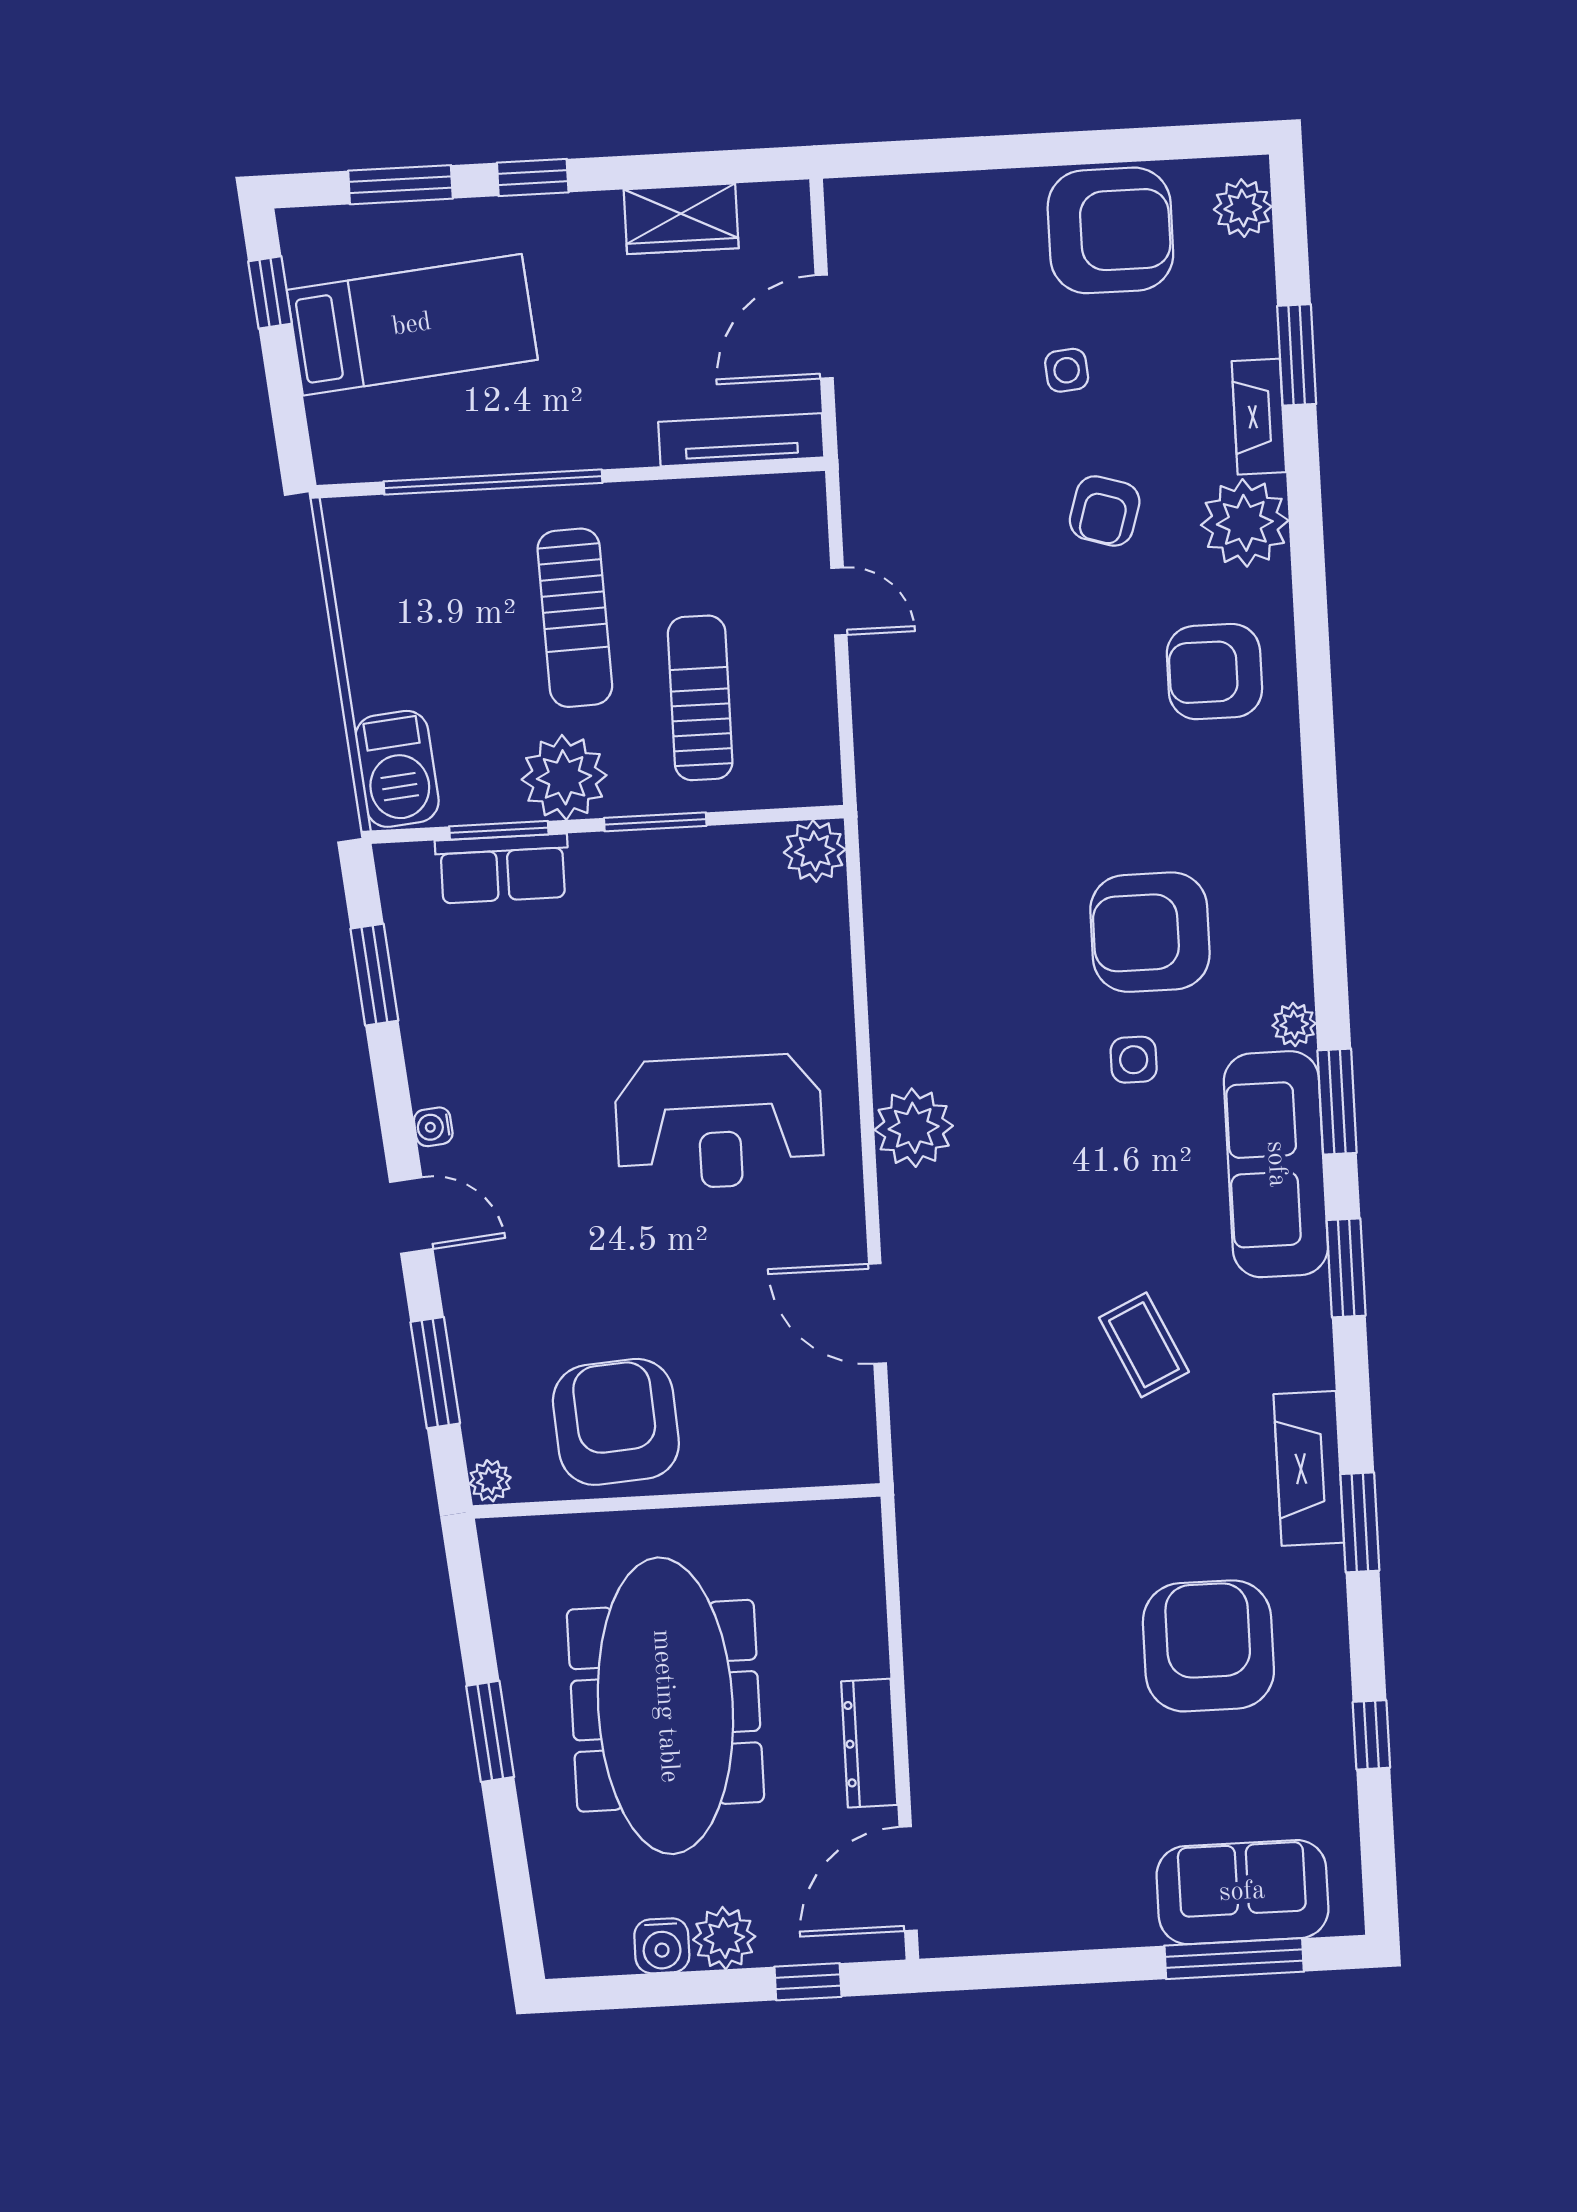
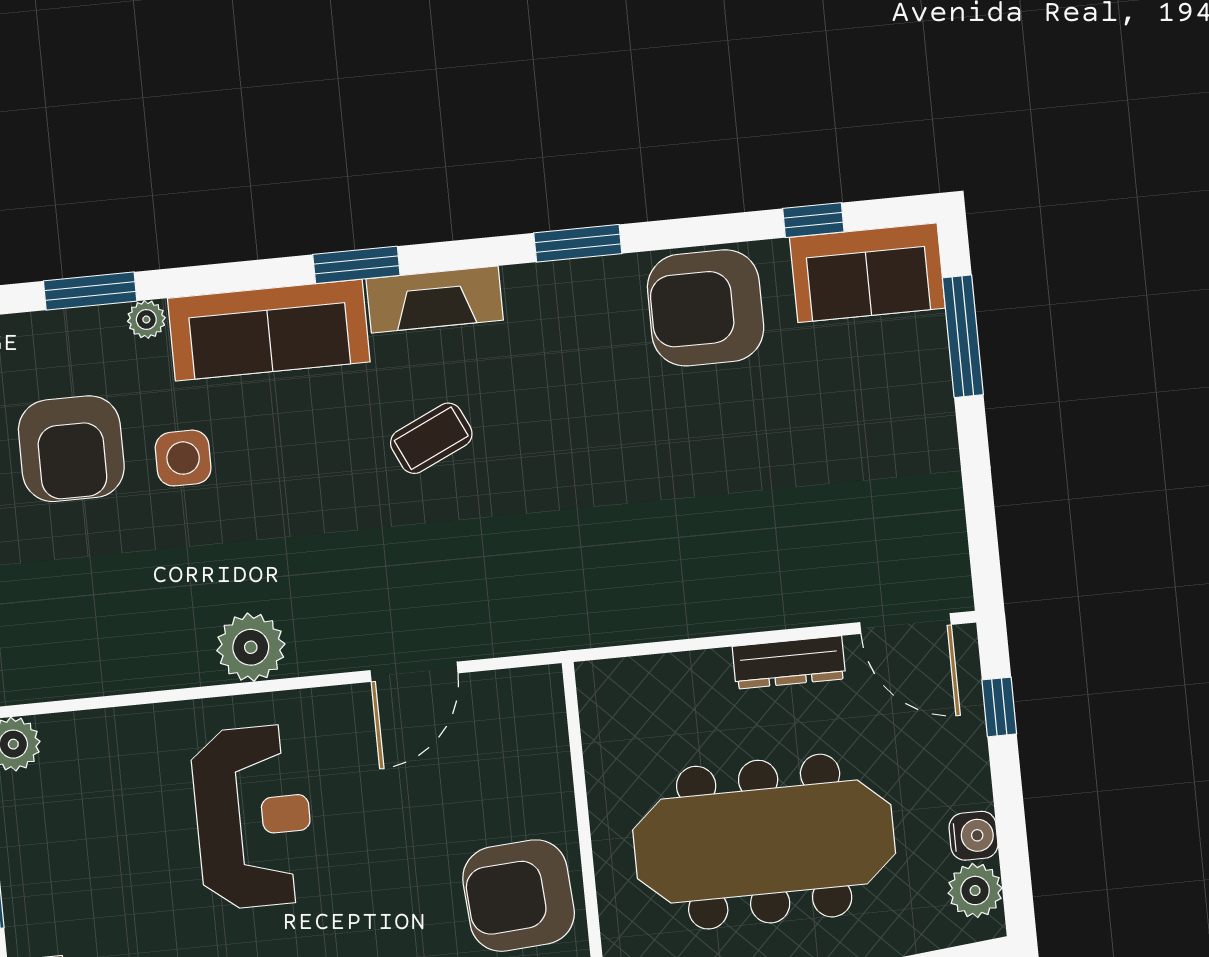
side table: (1134, 1060) -> (183, 458), width x1.37, depth x1.37
window: (1337, 1102) -> (90, 291), moved
fireplace: (1309, 1468) -> (435, 299), moved
armchair: (1208, 1646) -> (706, 308), moved
window: (1371, 1735) -> (813, 220), moved
sofa: (1242, 1892) -> (867, 273), moved, turned -90
plant: (724, 1938) -> (975, 891), moved

